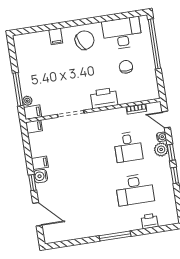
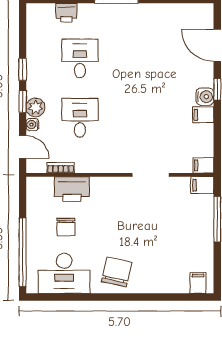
filing cabinet: (56, 37) -> (198, 283), moved
chair: (85, 40) -> (117, 272), turned 128
printer: (104, 98) -> (72, 189), moved
plant: (27, 101) -> (207, 202), removed
desk: (135, 190) -> (80, 58), width x0.73

